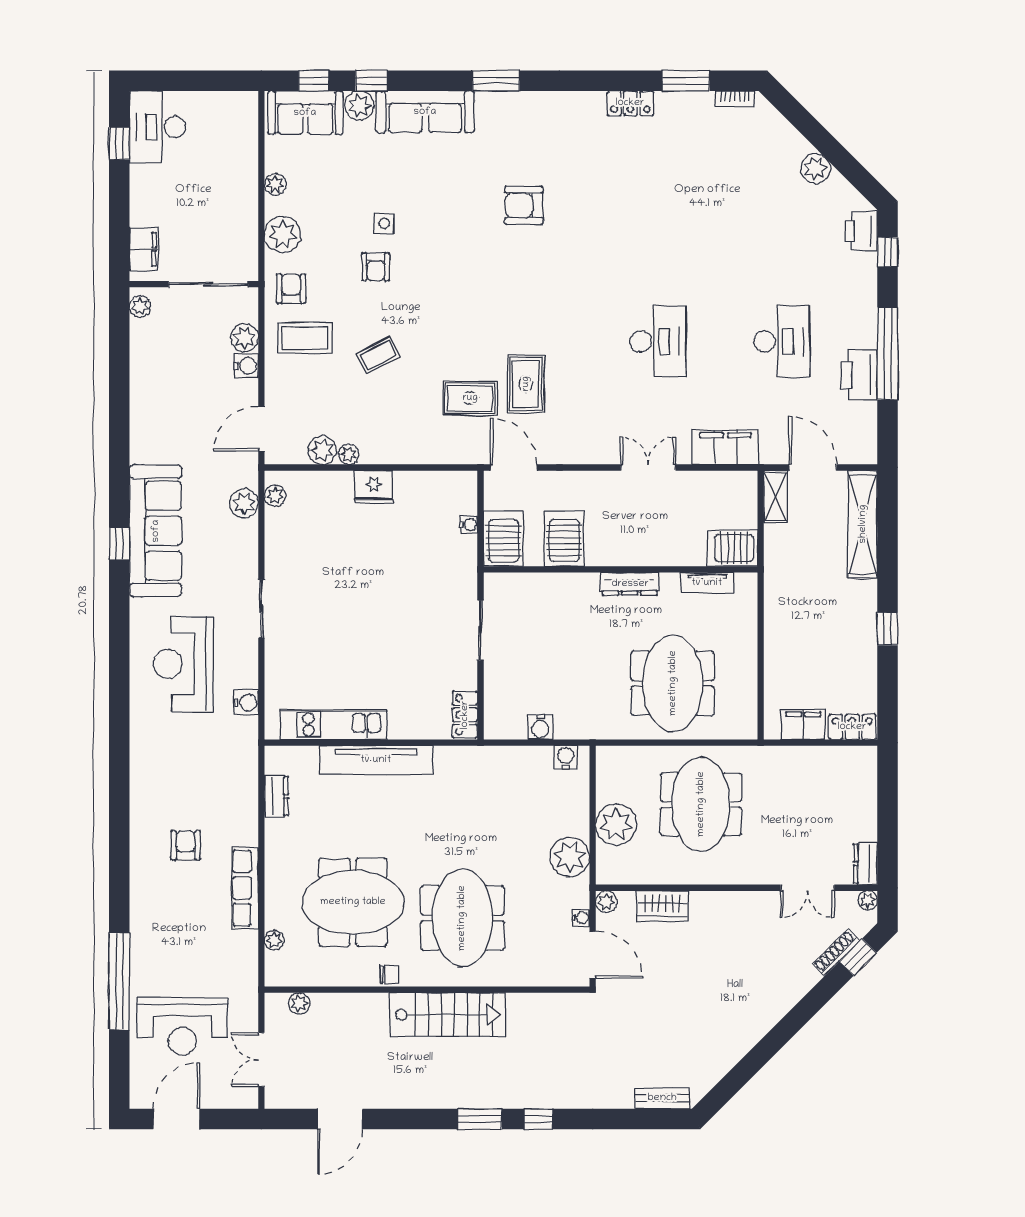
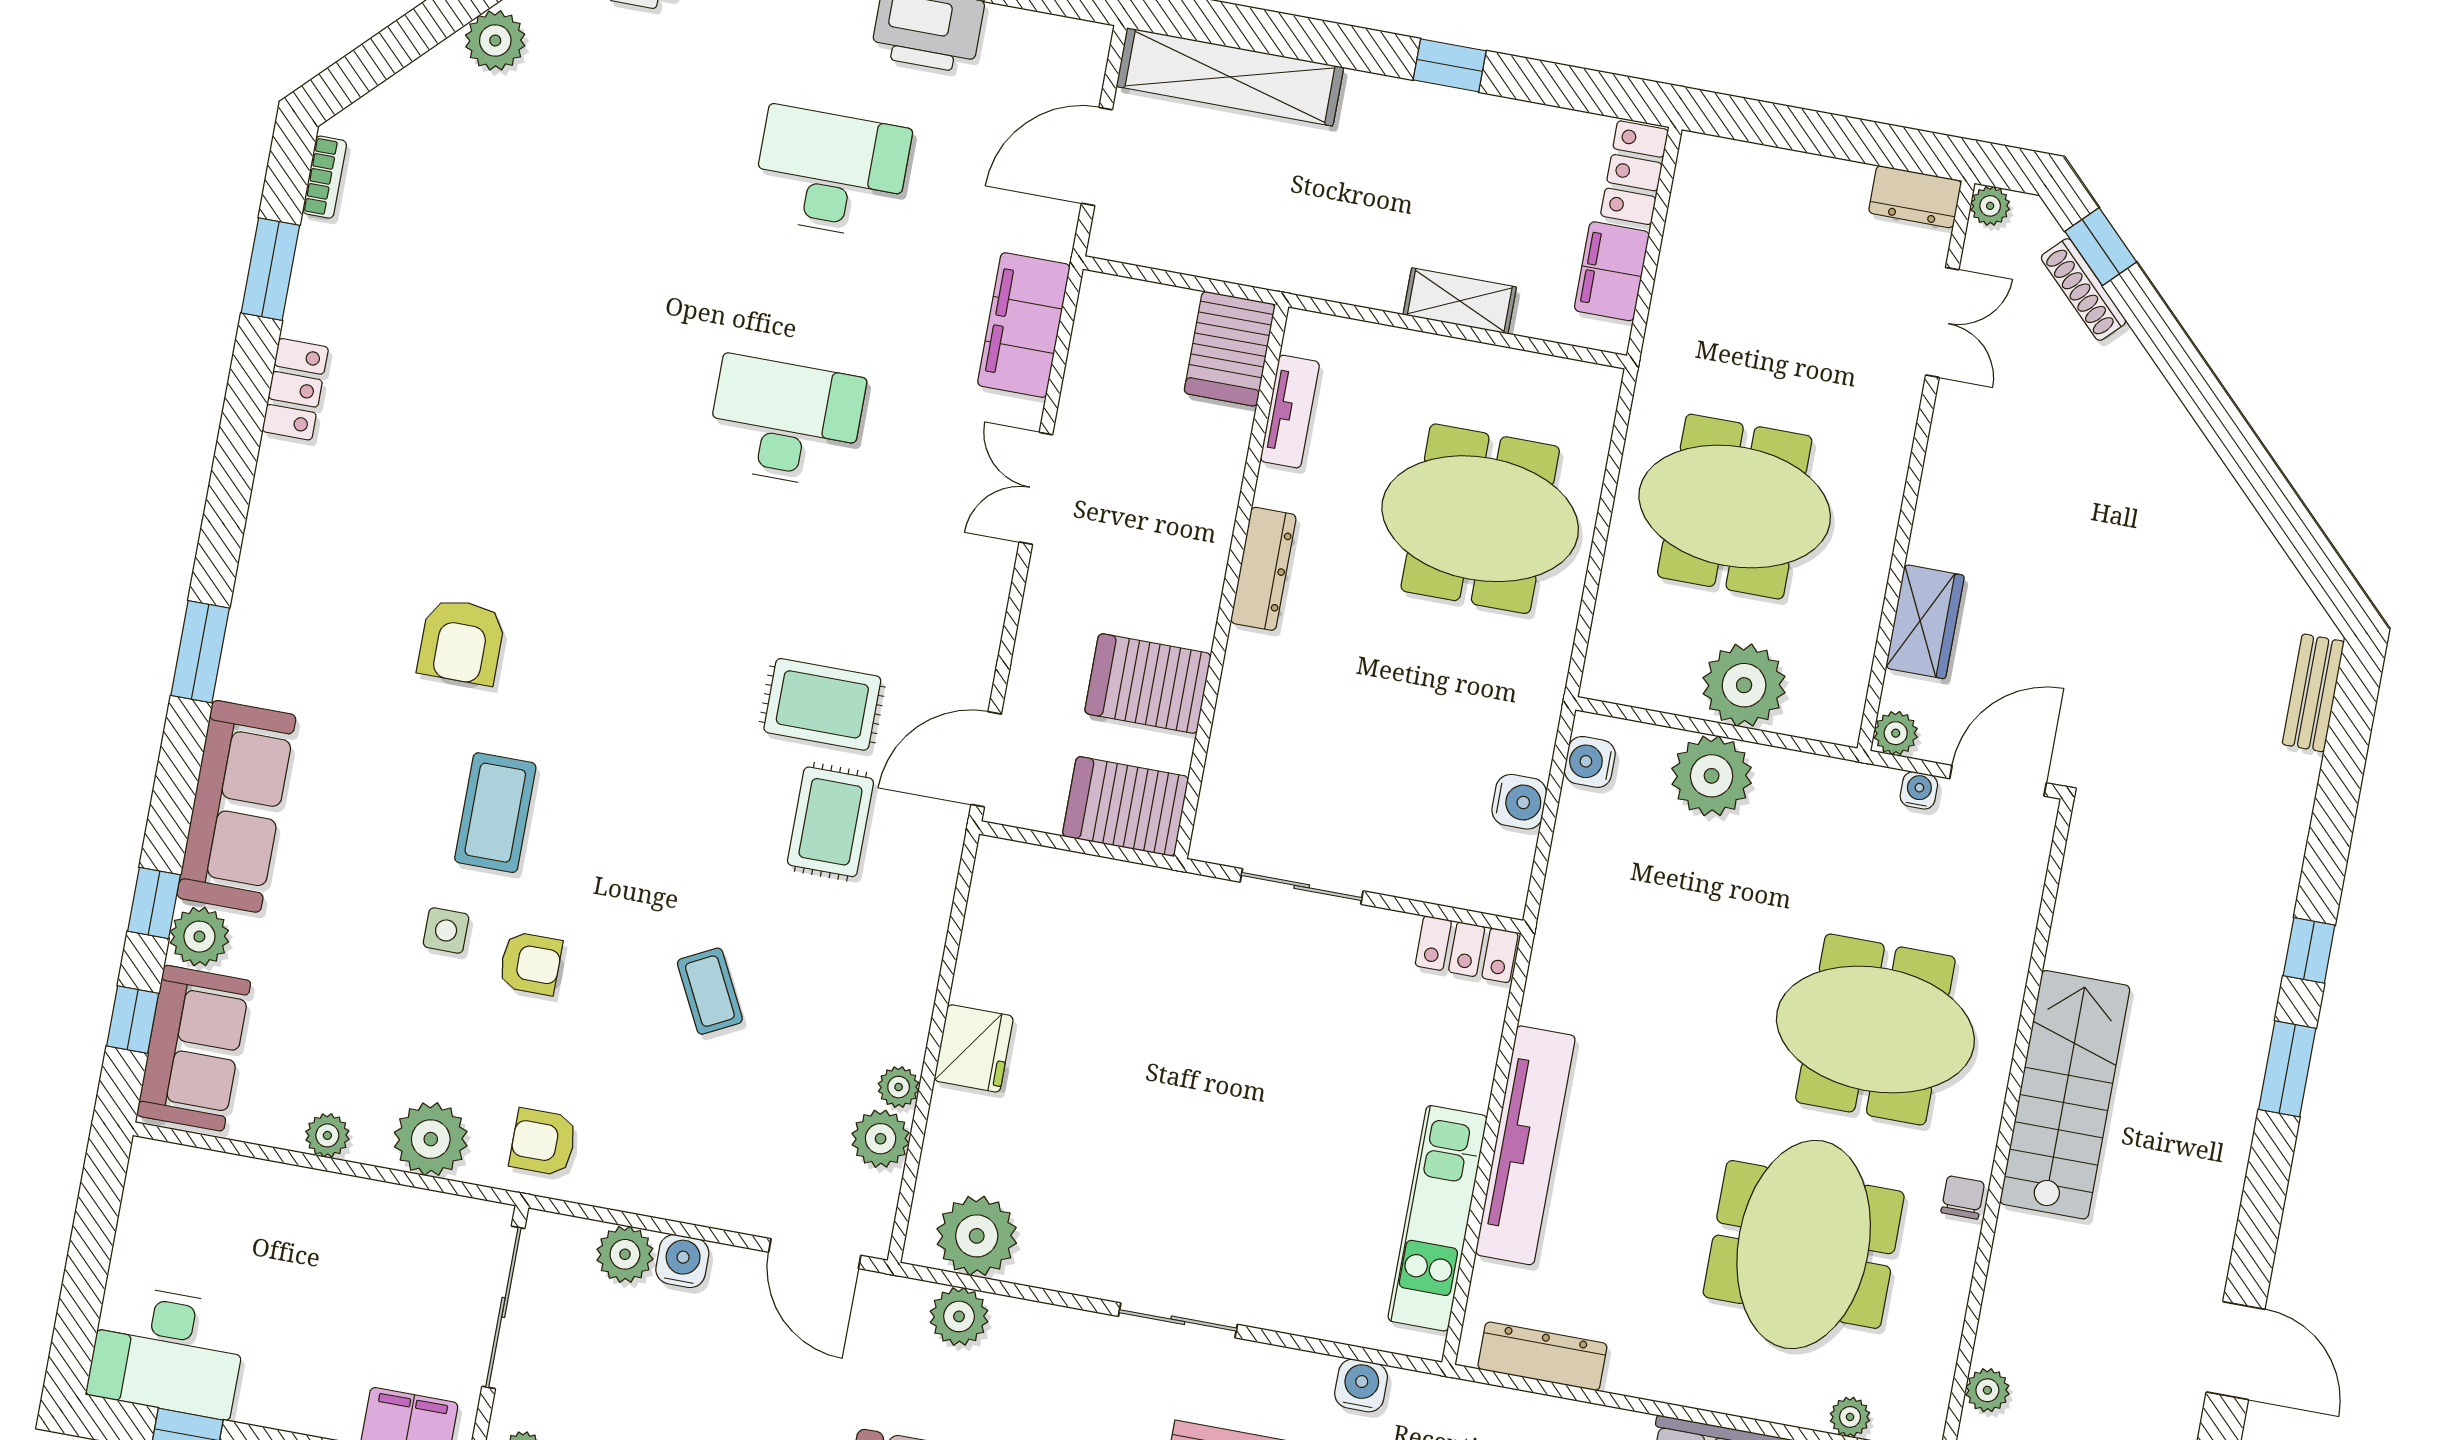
coffee table: (305, 338) -> (495, 813), moved
plant: (275, 496) -> (977, 1236), width x1.88, depth x1.88
shelving: (775, 497) -> (1460, 301), moved
water cooler: (469, 524) -> (1084, 871), removed
dresser: (276, 796) -> (1542, 1356), width x1.44
plant: (570, 857) -> (1712, 776), moved

